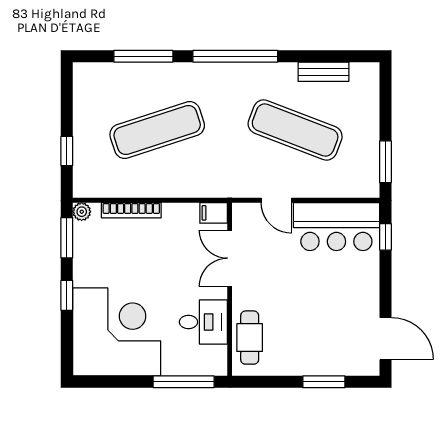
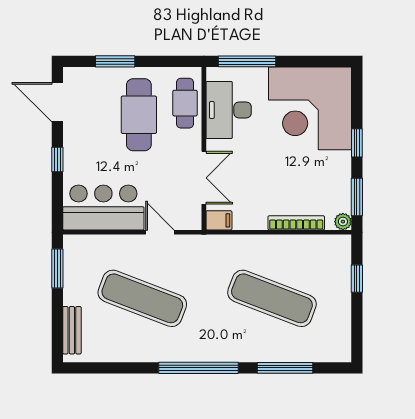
bench: (323, 72) -> (72, 330), moved, turned 90
exercise mat: (157, 130) -> (272, 298), turned 39
window: (385, 237) -> (57, 160), moved
desk: (203, 322) -> (229, 110), width x1.37
cafe table: (299, 325) -> (139, 115), added

